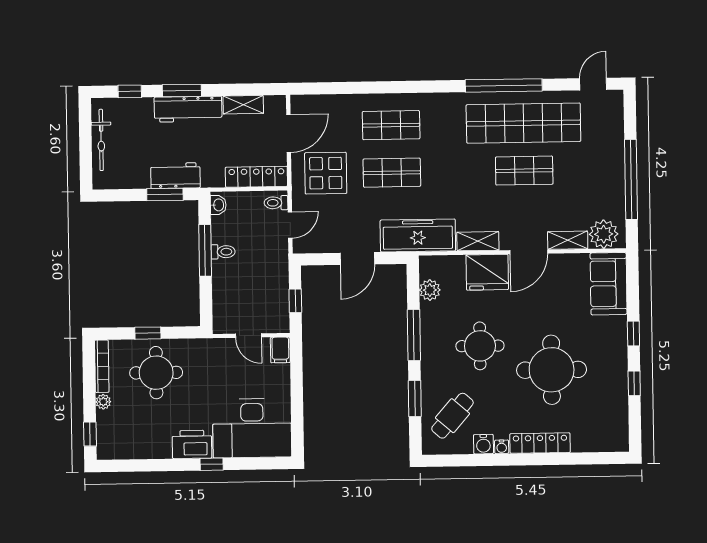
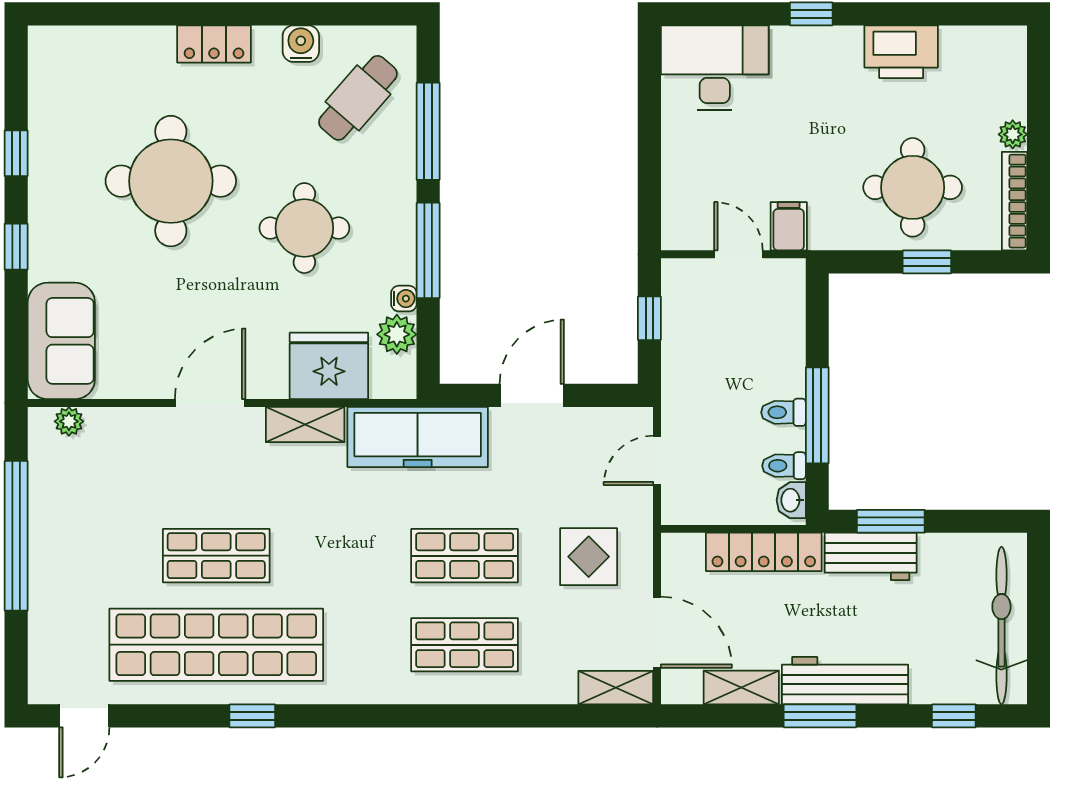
window: (504, 85) -> (252, 716), width x0.32
window: (182, 91) -> (820, 716), moved
door: (289, 133) -> (657, 632), swing flipped
bicycle: (101, 140) -> (1001, 626), width x1.37, depth x1.40
display table: (326, 173) -> (589, 557), width x0.73, depth x0.73
locker: (256, 177) -> (764, 552), moved
toilet: (276, 203) -> (784, 466), moved, turned 180
plant: (604, 234) -> (69, 421), width x0.53, depth x0.53
shelving: (568, 240) -> (616, 688), moved
fridge: (487, 272) -> (329, 366), moved
filing cabinet: (280, 350) -> (789, 226), moved
window: (415, 399) -> (428, 131), width x1.44
desk: (252, 428) -> (715, 68), width x0.73, depth x0.77
window: (90, 434) -> (1039, 74), removed
locker: (540, 443) -> (214, 44), width x0.66
printer: (192, 444) -> (901, 52), moved
water cooler: (502, 447) -> (404, 299), moved, turned 90

